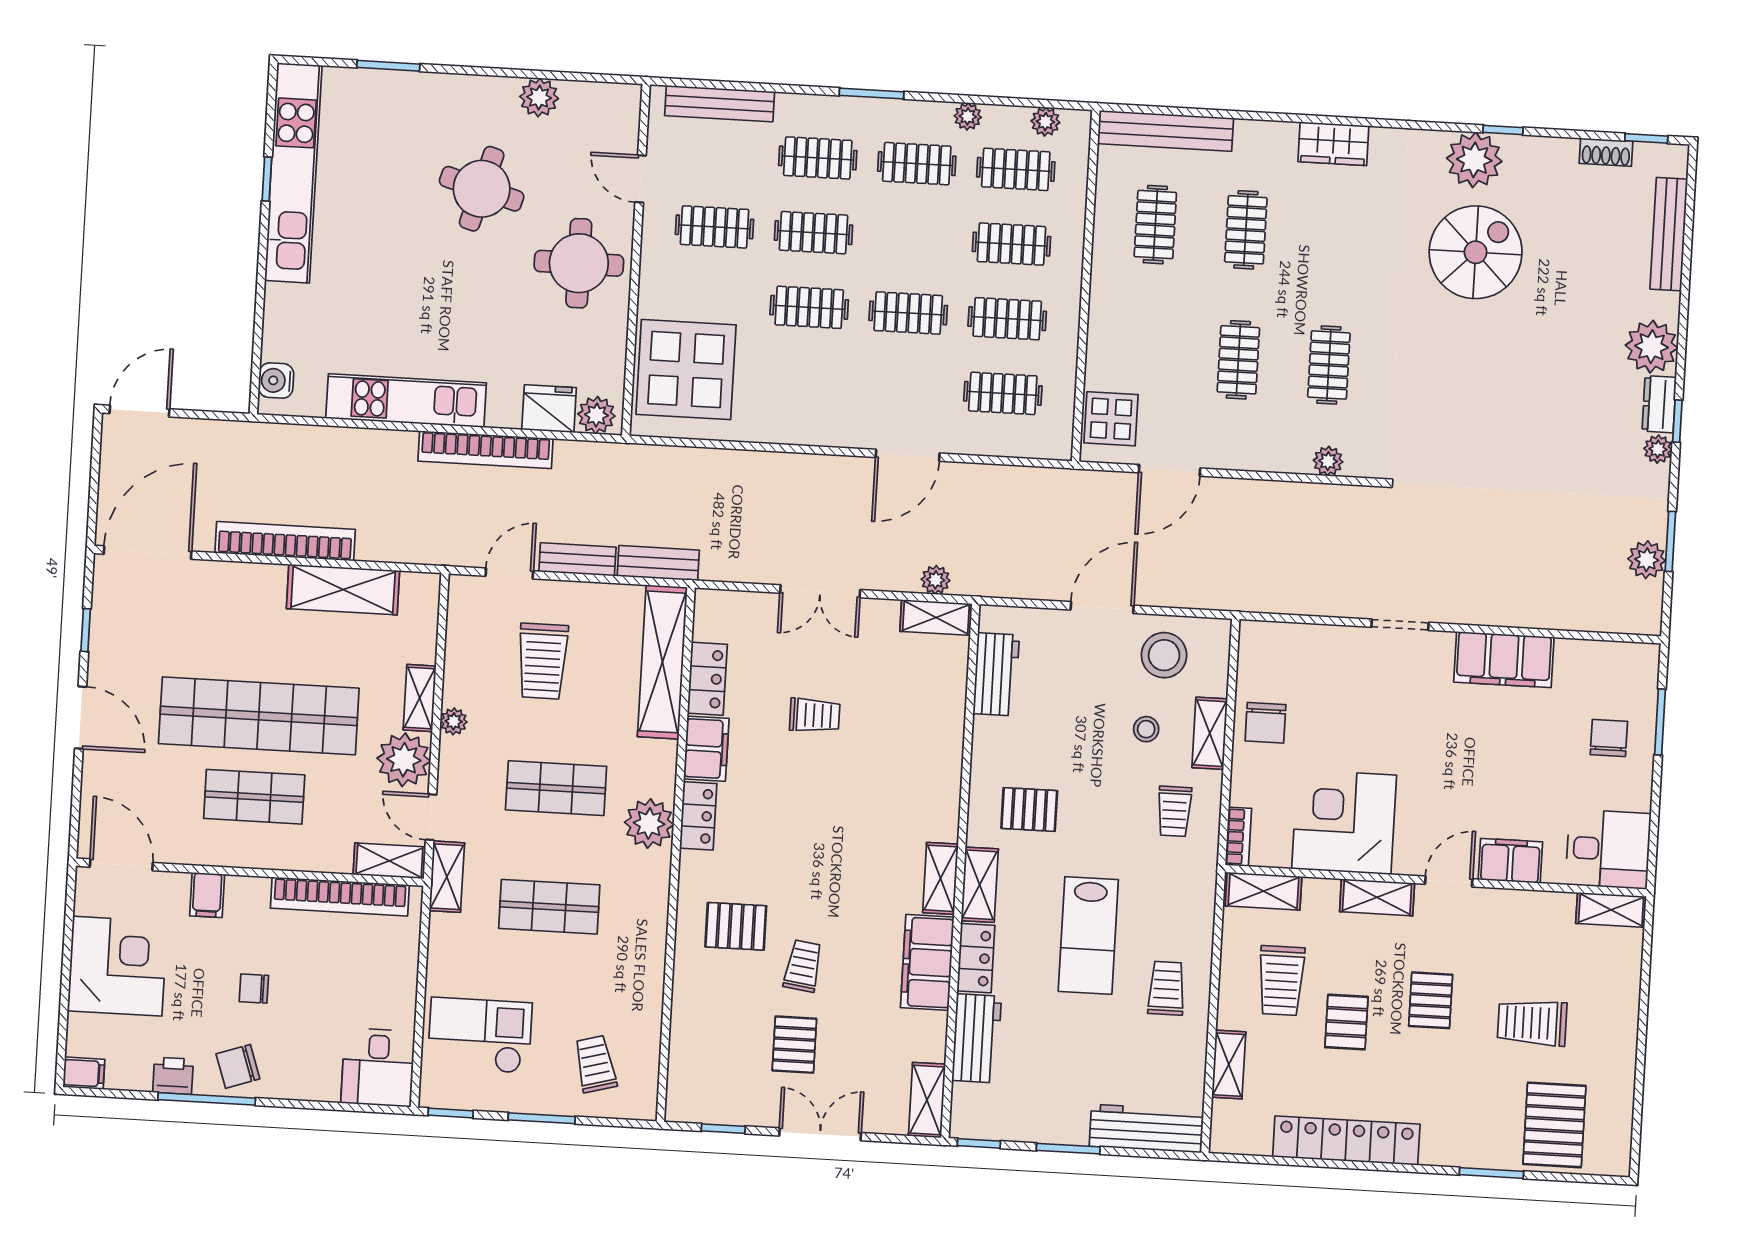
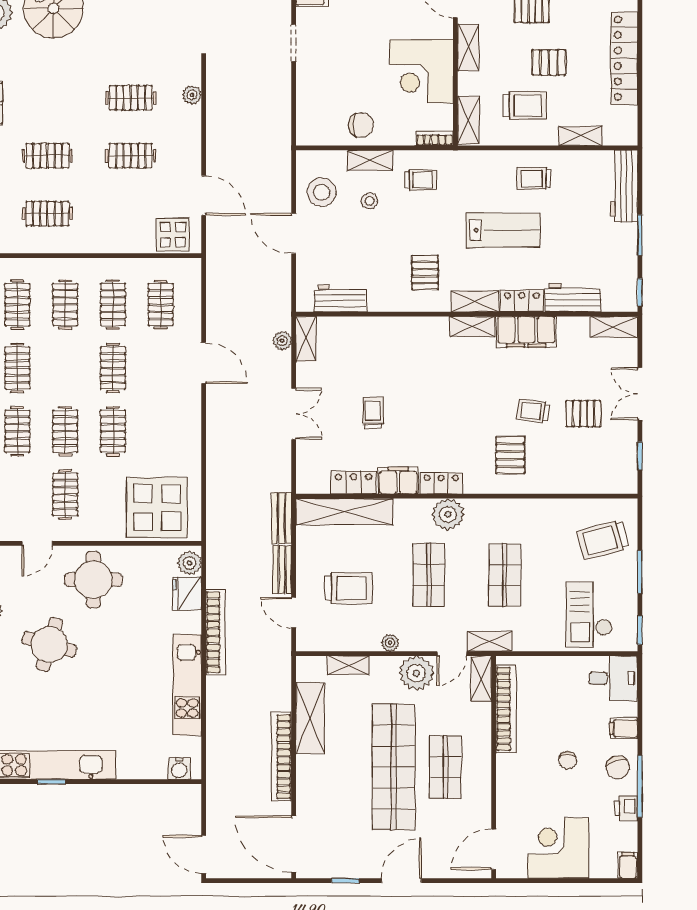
shelving: (420, 698) -> (348, 665), moved
filing cabinet: (207, 895) -> (624, 728), moved, turned 180
trolley: (595, 1064) -> (603, 540), width x1.36, depth x1.39

